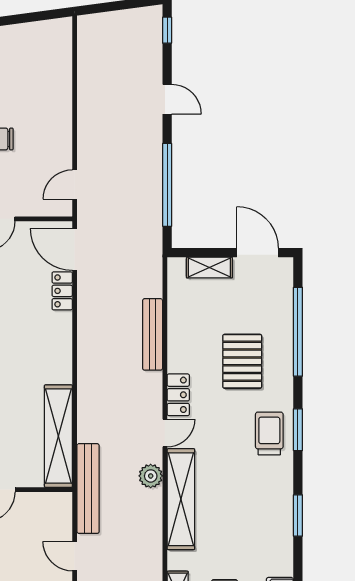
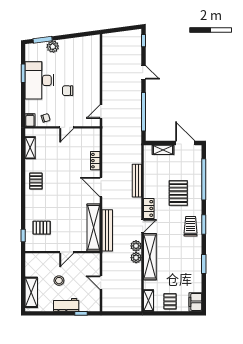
door: (75, 249) -> (101, 187), moved
bench: (88, 489) -> (107, 230), moved
plant: (151, 502) -> (136, 258), added

